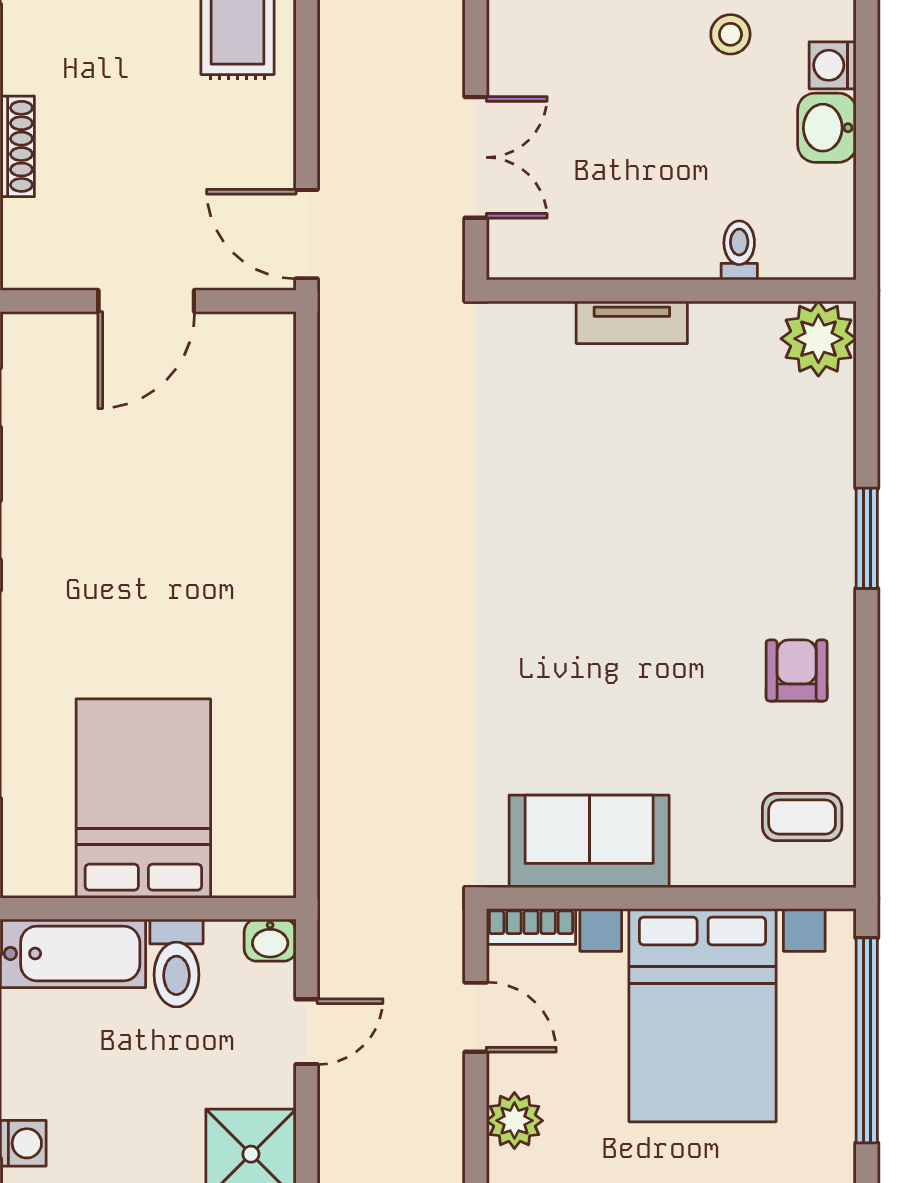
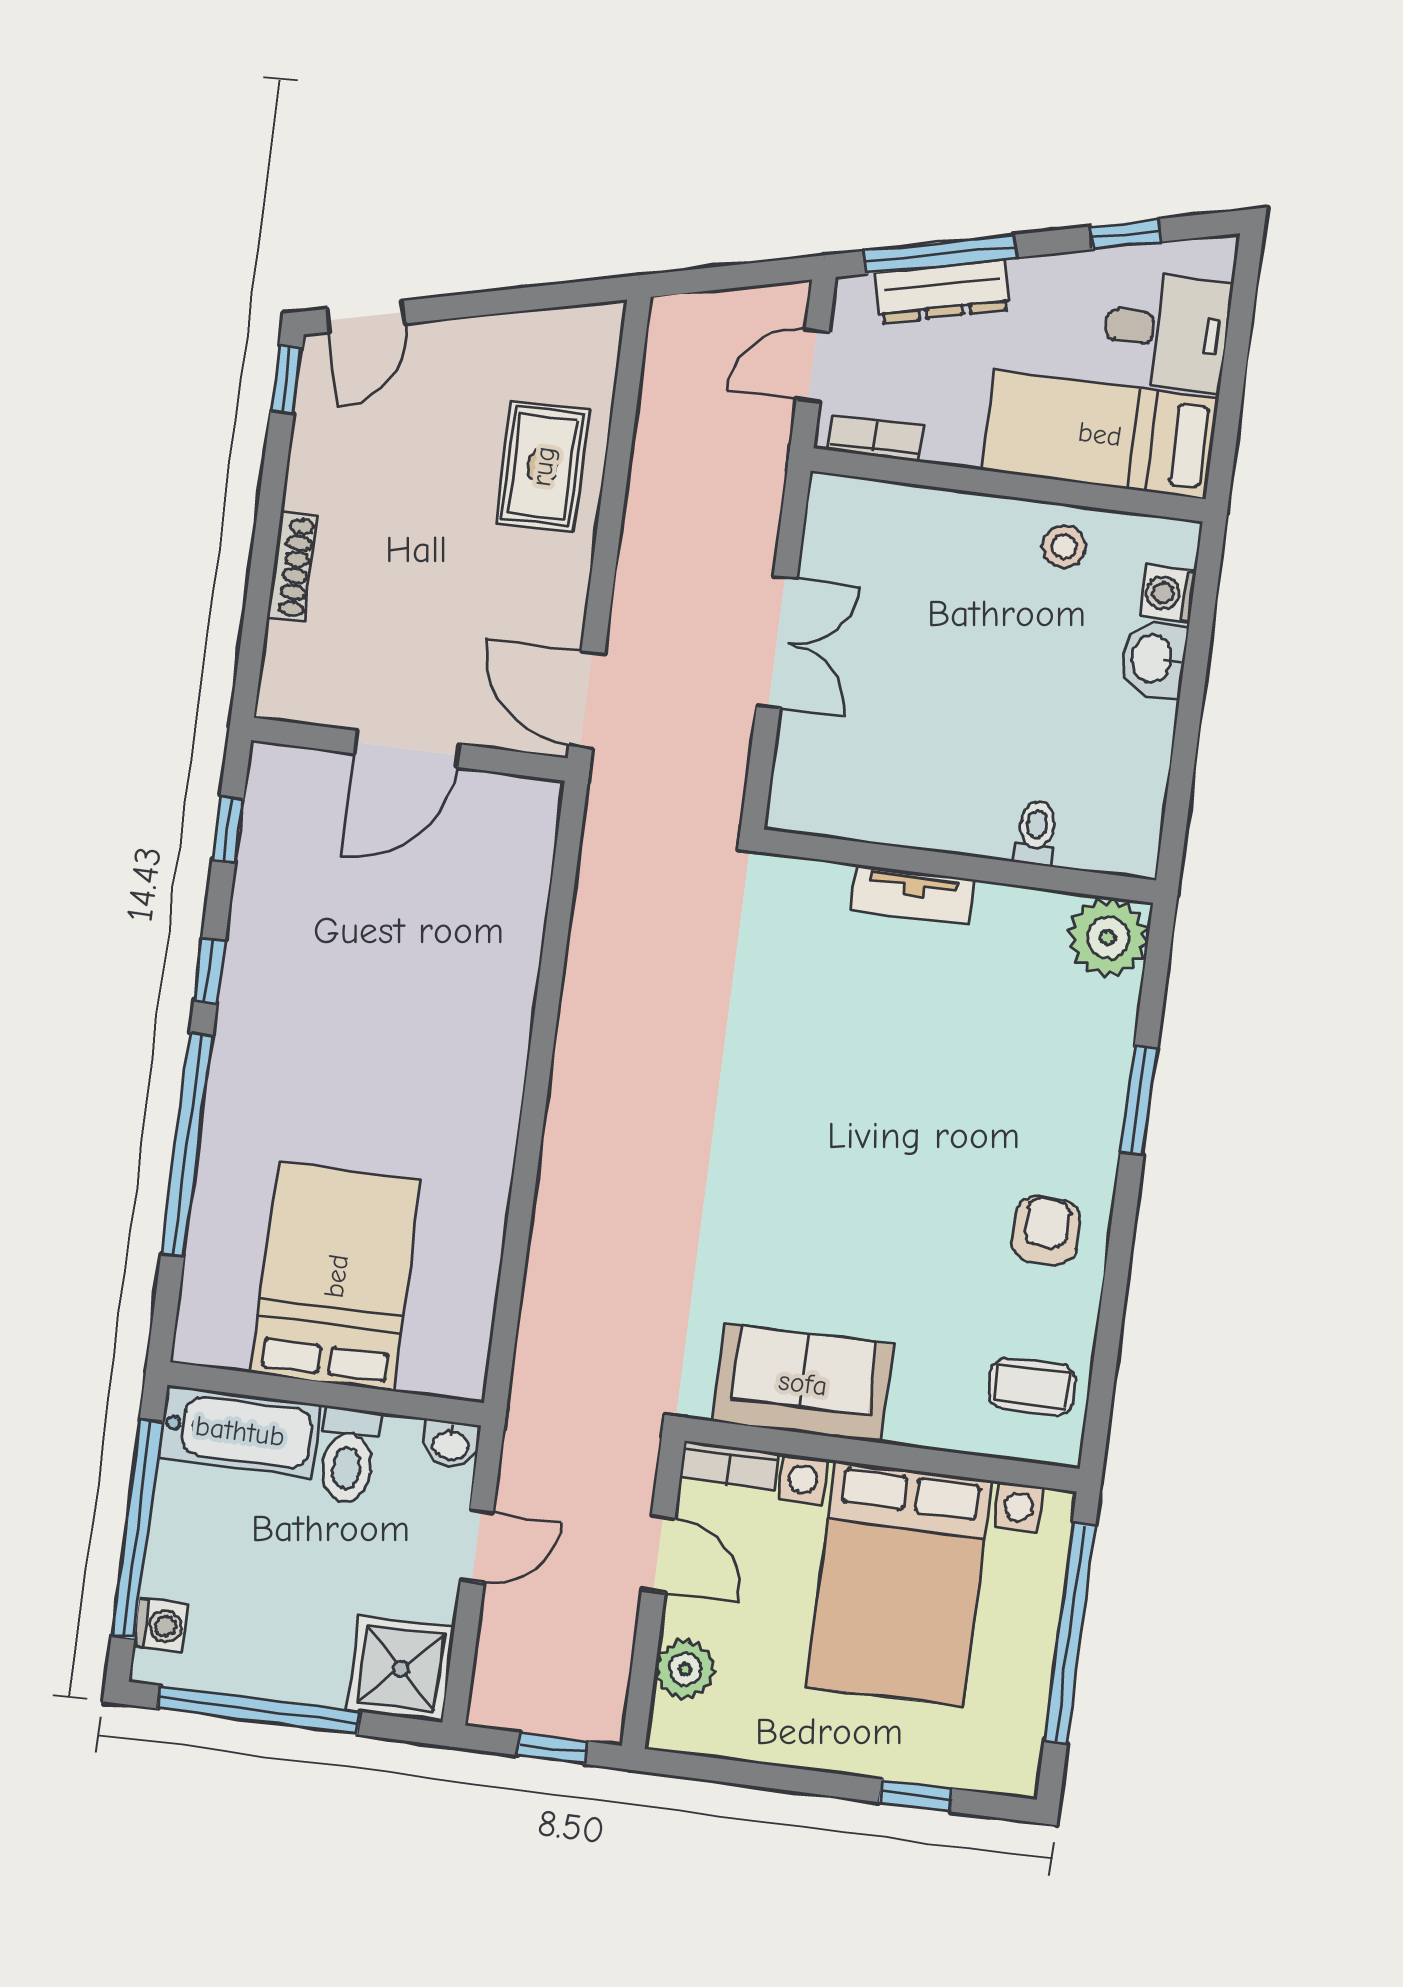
toilet: (739, 250) -> (1036, 833), moved
wall: (671, 290) -> (959, 866), moved
tv unit: (632, 322) -> (912, 894), moved
plant: (818, 339) -> (1108, 938), moved

